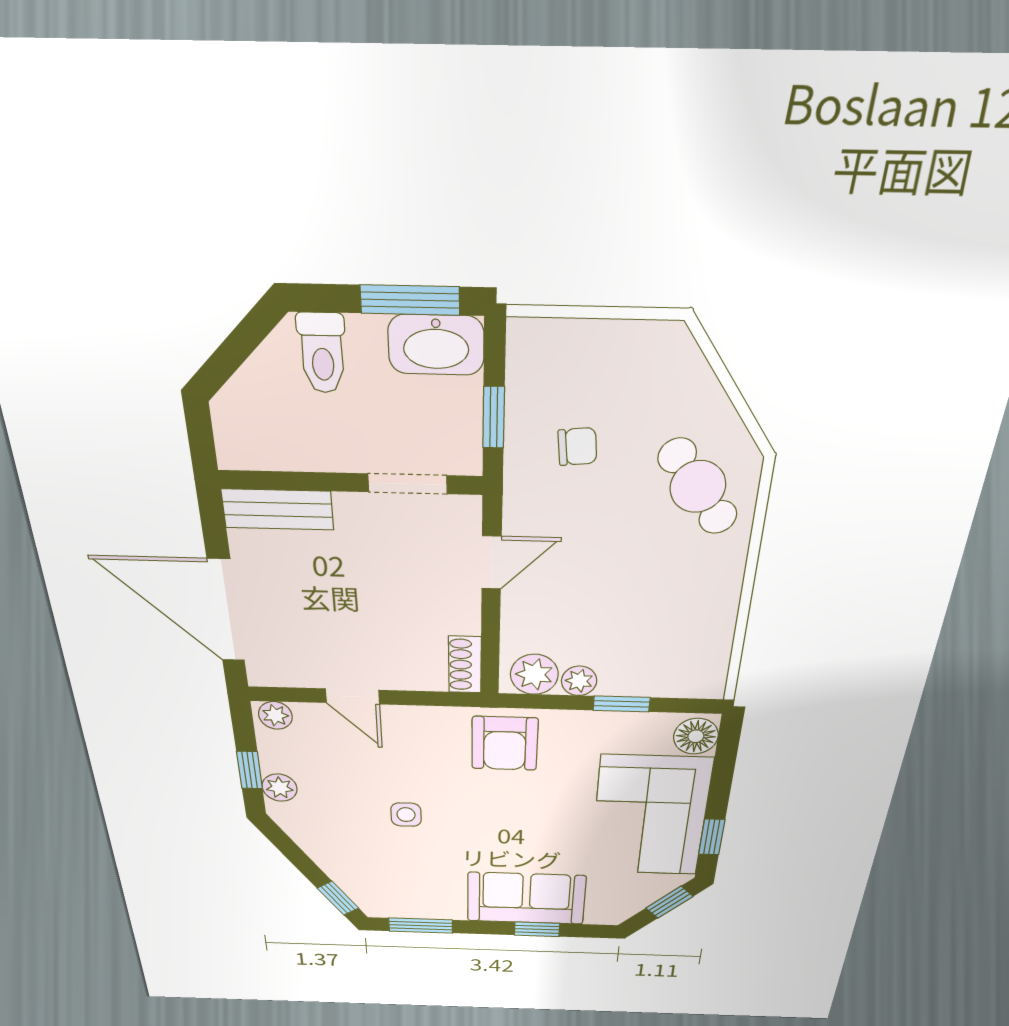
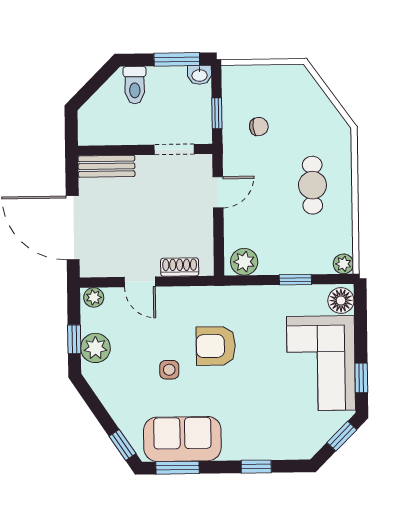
washbasin: (436, 345) -> (200, 75), width x0.52, depth x0.69
cafe table: (698, 487) -> (312, 185), moved, turned 37
shoe rack: (465, 665) -> (180, 267), moved, turned 90
plant: (579, 681) -> (343, 264), moved
armchair: (505, 743) -> (216, 346), moved, turned 90
plant: (280, 788) -> (95, 348), width x1.38, depth x1.38
sofa: (526, 898) -> (182, 439), moved

